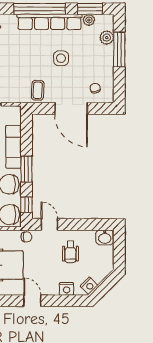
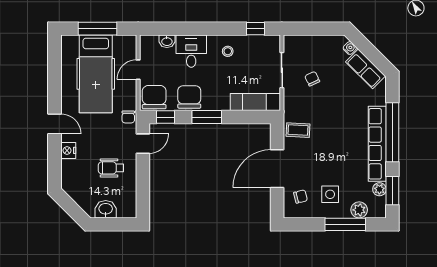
side table: (61, 58) -> (330, 194), moved
exam couch: (13, 147) -> (255, 102), moved
washbasin: (105, 237) -> (106, 209), moved, turned 90
nightstand: (89, 286) -> (72, 189), removed
nightstand: (67, 289) -> (68, 150), moved
door: (32, 301) -> (54, 124), hinge flipped

